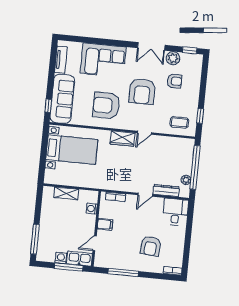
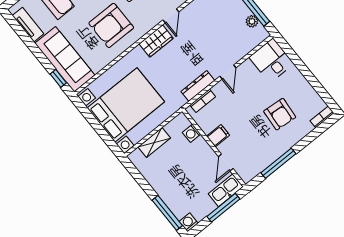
bed with nightstands: (72, 150) -> (126, 105), width x1.36
dresser: (166, 191) -> (198, 86), moved
washing machine: (61, 258) -> (188, 222), moved

